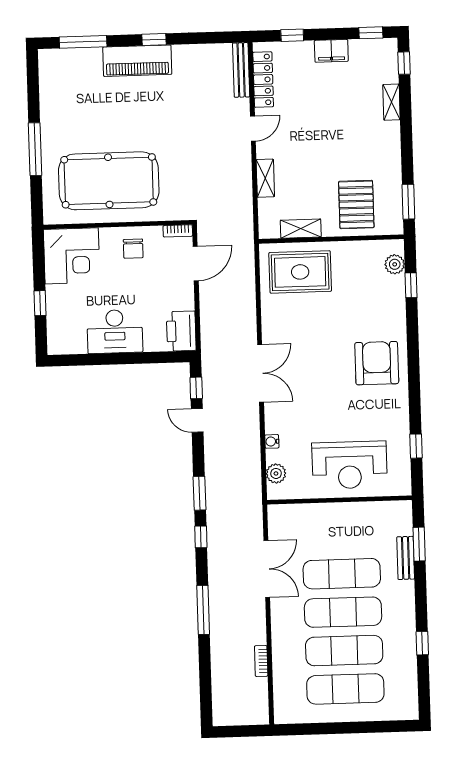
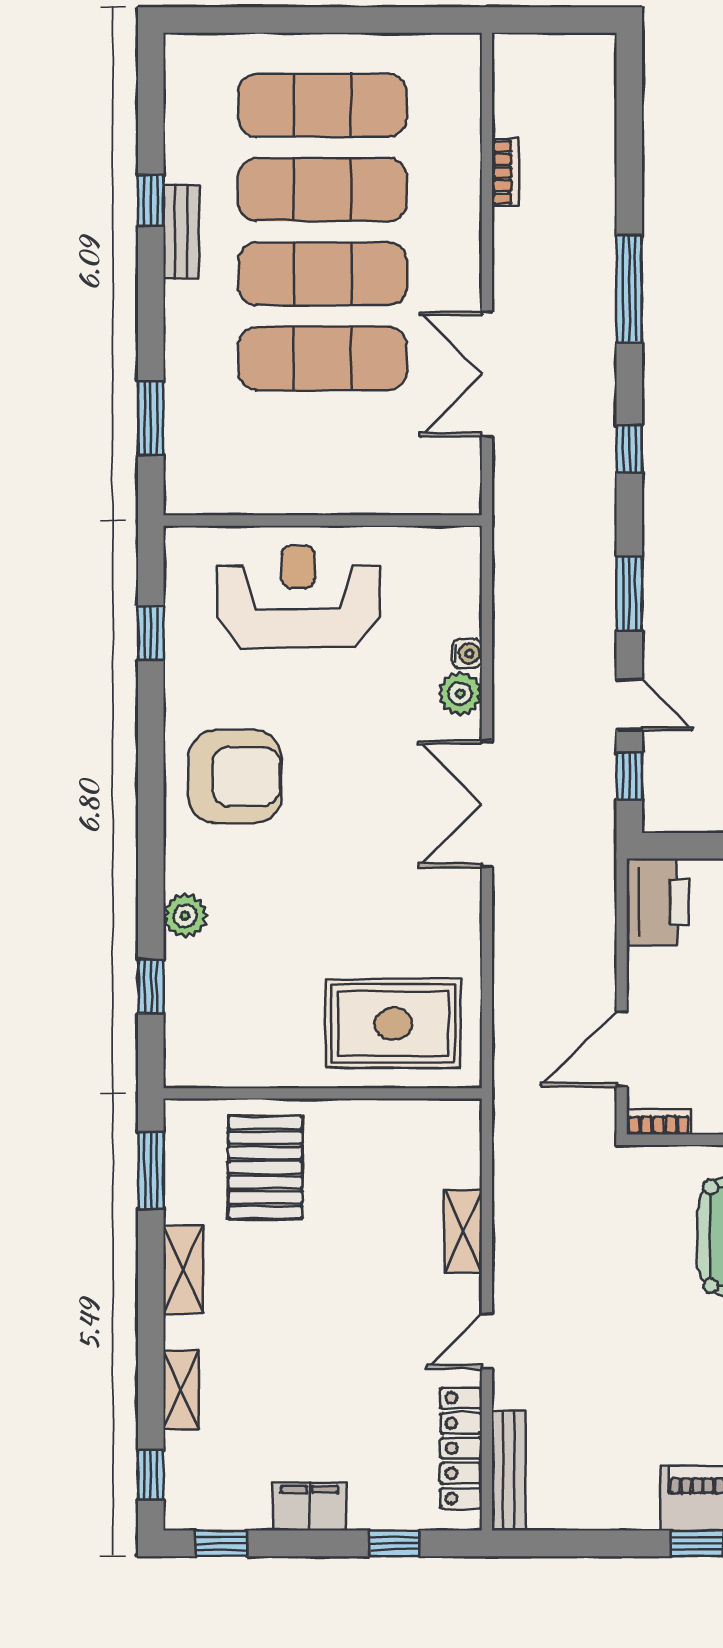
shelving: (301, 229) -> (183, 1270), moved, turned 90
plant: (395, 264) -> (185, 916), moved
armchair: (377, 363) -> (235, 777), moved, turned -90
plant: (276, 473) -> (460, 694), moved
window: (199, 493) -> (629, 594), moved
bench: (406, 558) -> (181, 231), moved

